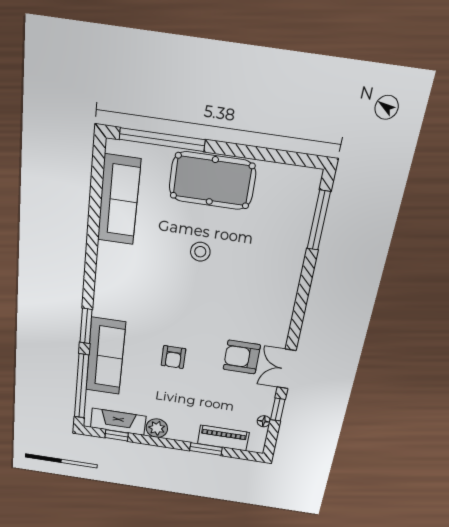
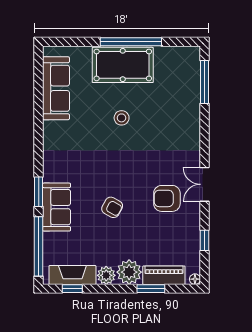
window: (162, 140) -> (131, 42), moved
sofa: (105, 356) -> (56, 207), width x0.73
armchair: (173, 357) -> (112, 207), turned -61
double door: (287, 369) -> (204, 184), moved
floor lamp: (264, 421) -> (195, 279), moved
plant: (184, 429) -> (129, 272), added

